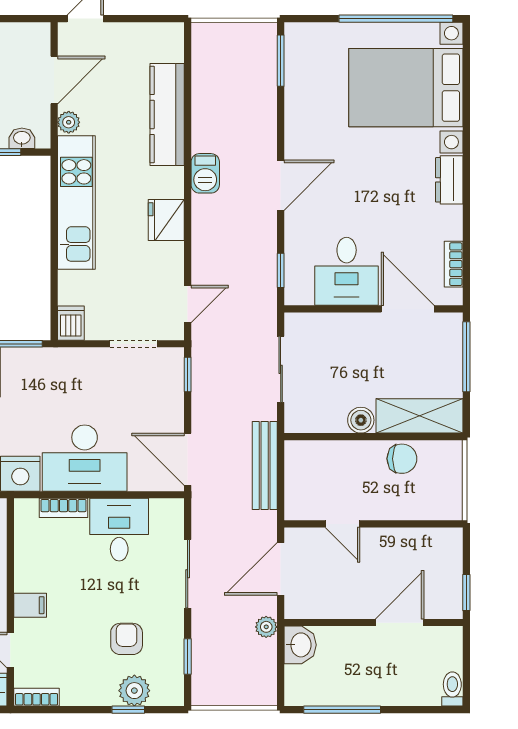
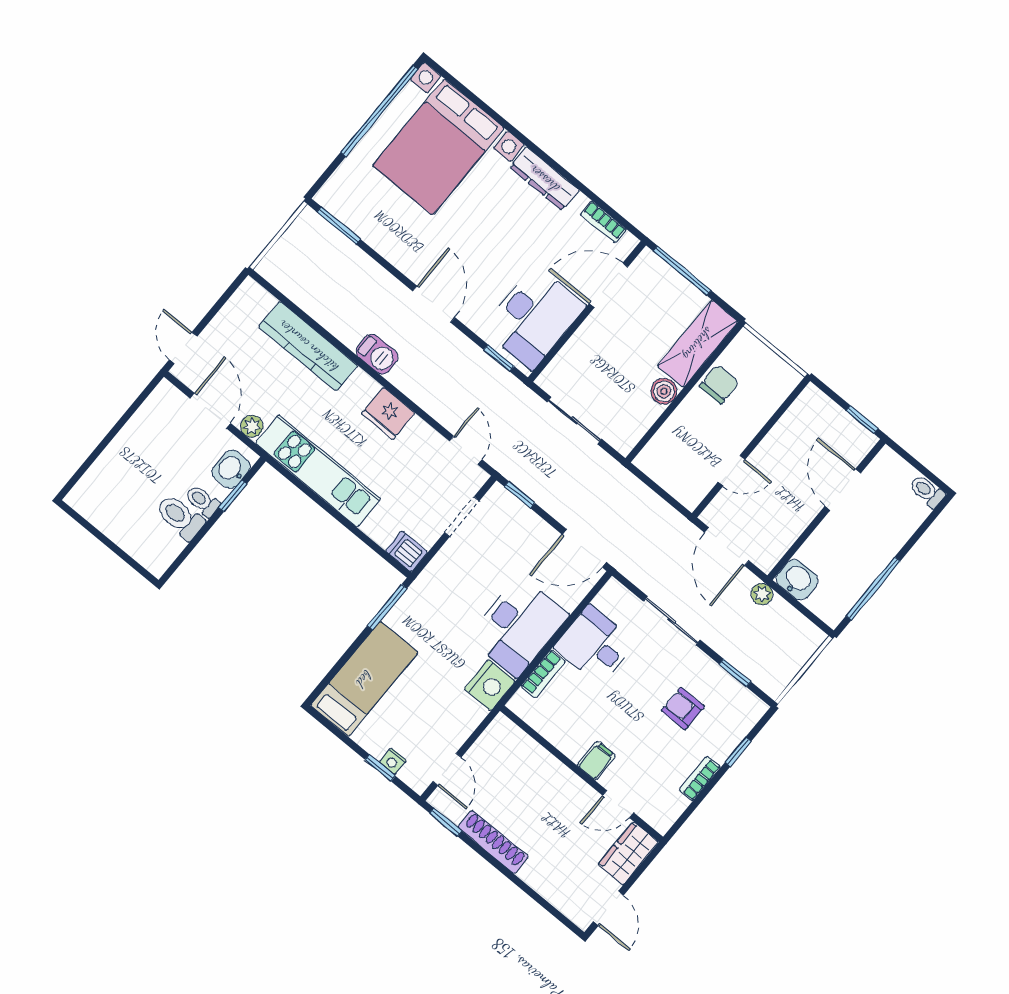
washbasin: (22, 138) -> (231, 469), width x1.38, depth x1.45
dresser: (449, 180) -> (544, 179), width x1.44
desk: (347, 271) -> (534, 317), width x1.37
bench: (265, 465) -> (638, 493), removed
plant: (134, 691) -> (727, 735), removed
bookcase: (37, 697) -> (700, 779), moved

